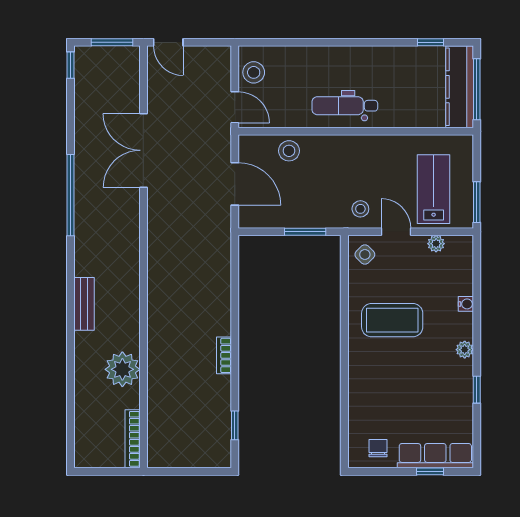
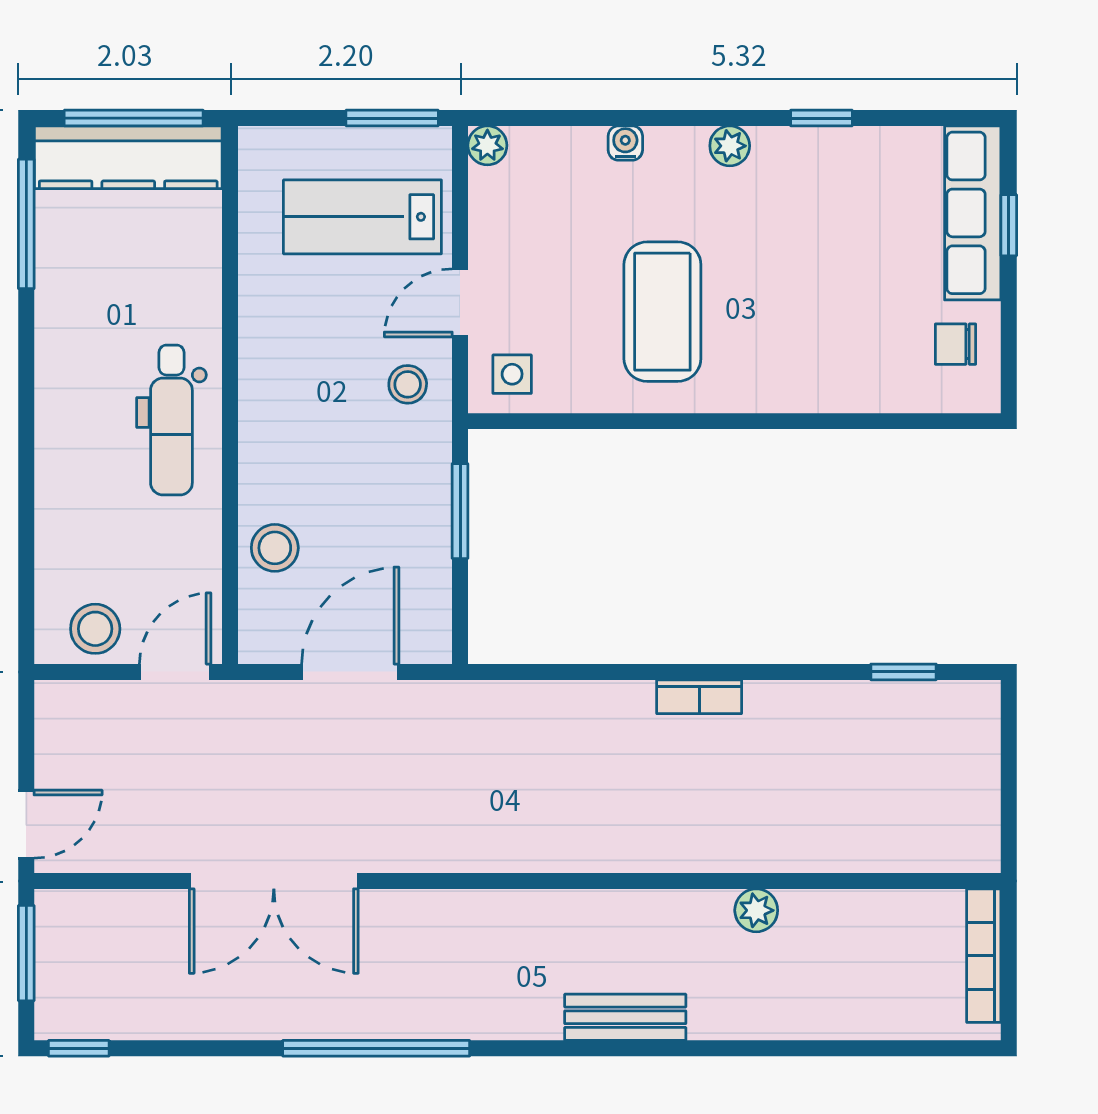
window: (430, 42) -> (26, 224), width x2.17
plant: (436, 244) -> (487, 145), moved
side table: (365, 254) -> (512, 374), turned 45
bookcase: (224, 355) -> (699, 697), moved
plant: (122, 369) -> (756, 910), width x0.53, depth x0.53
bookcase: (133, 439) -> (984, 956), moved, turned 90

